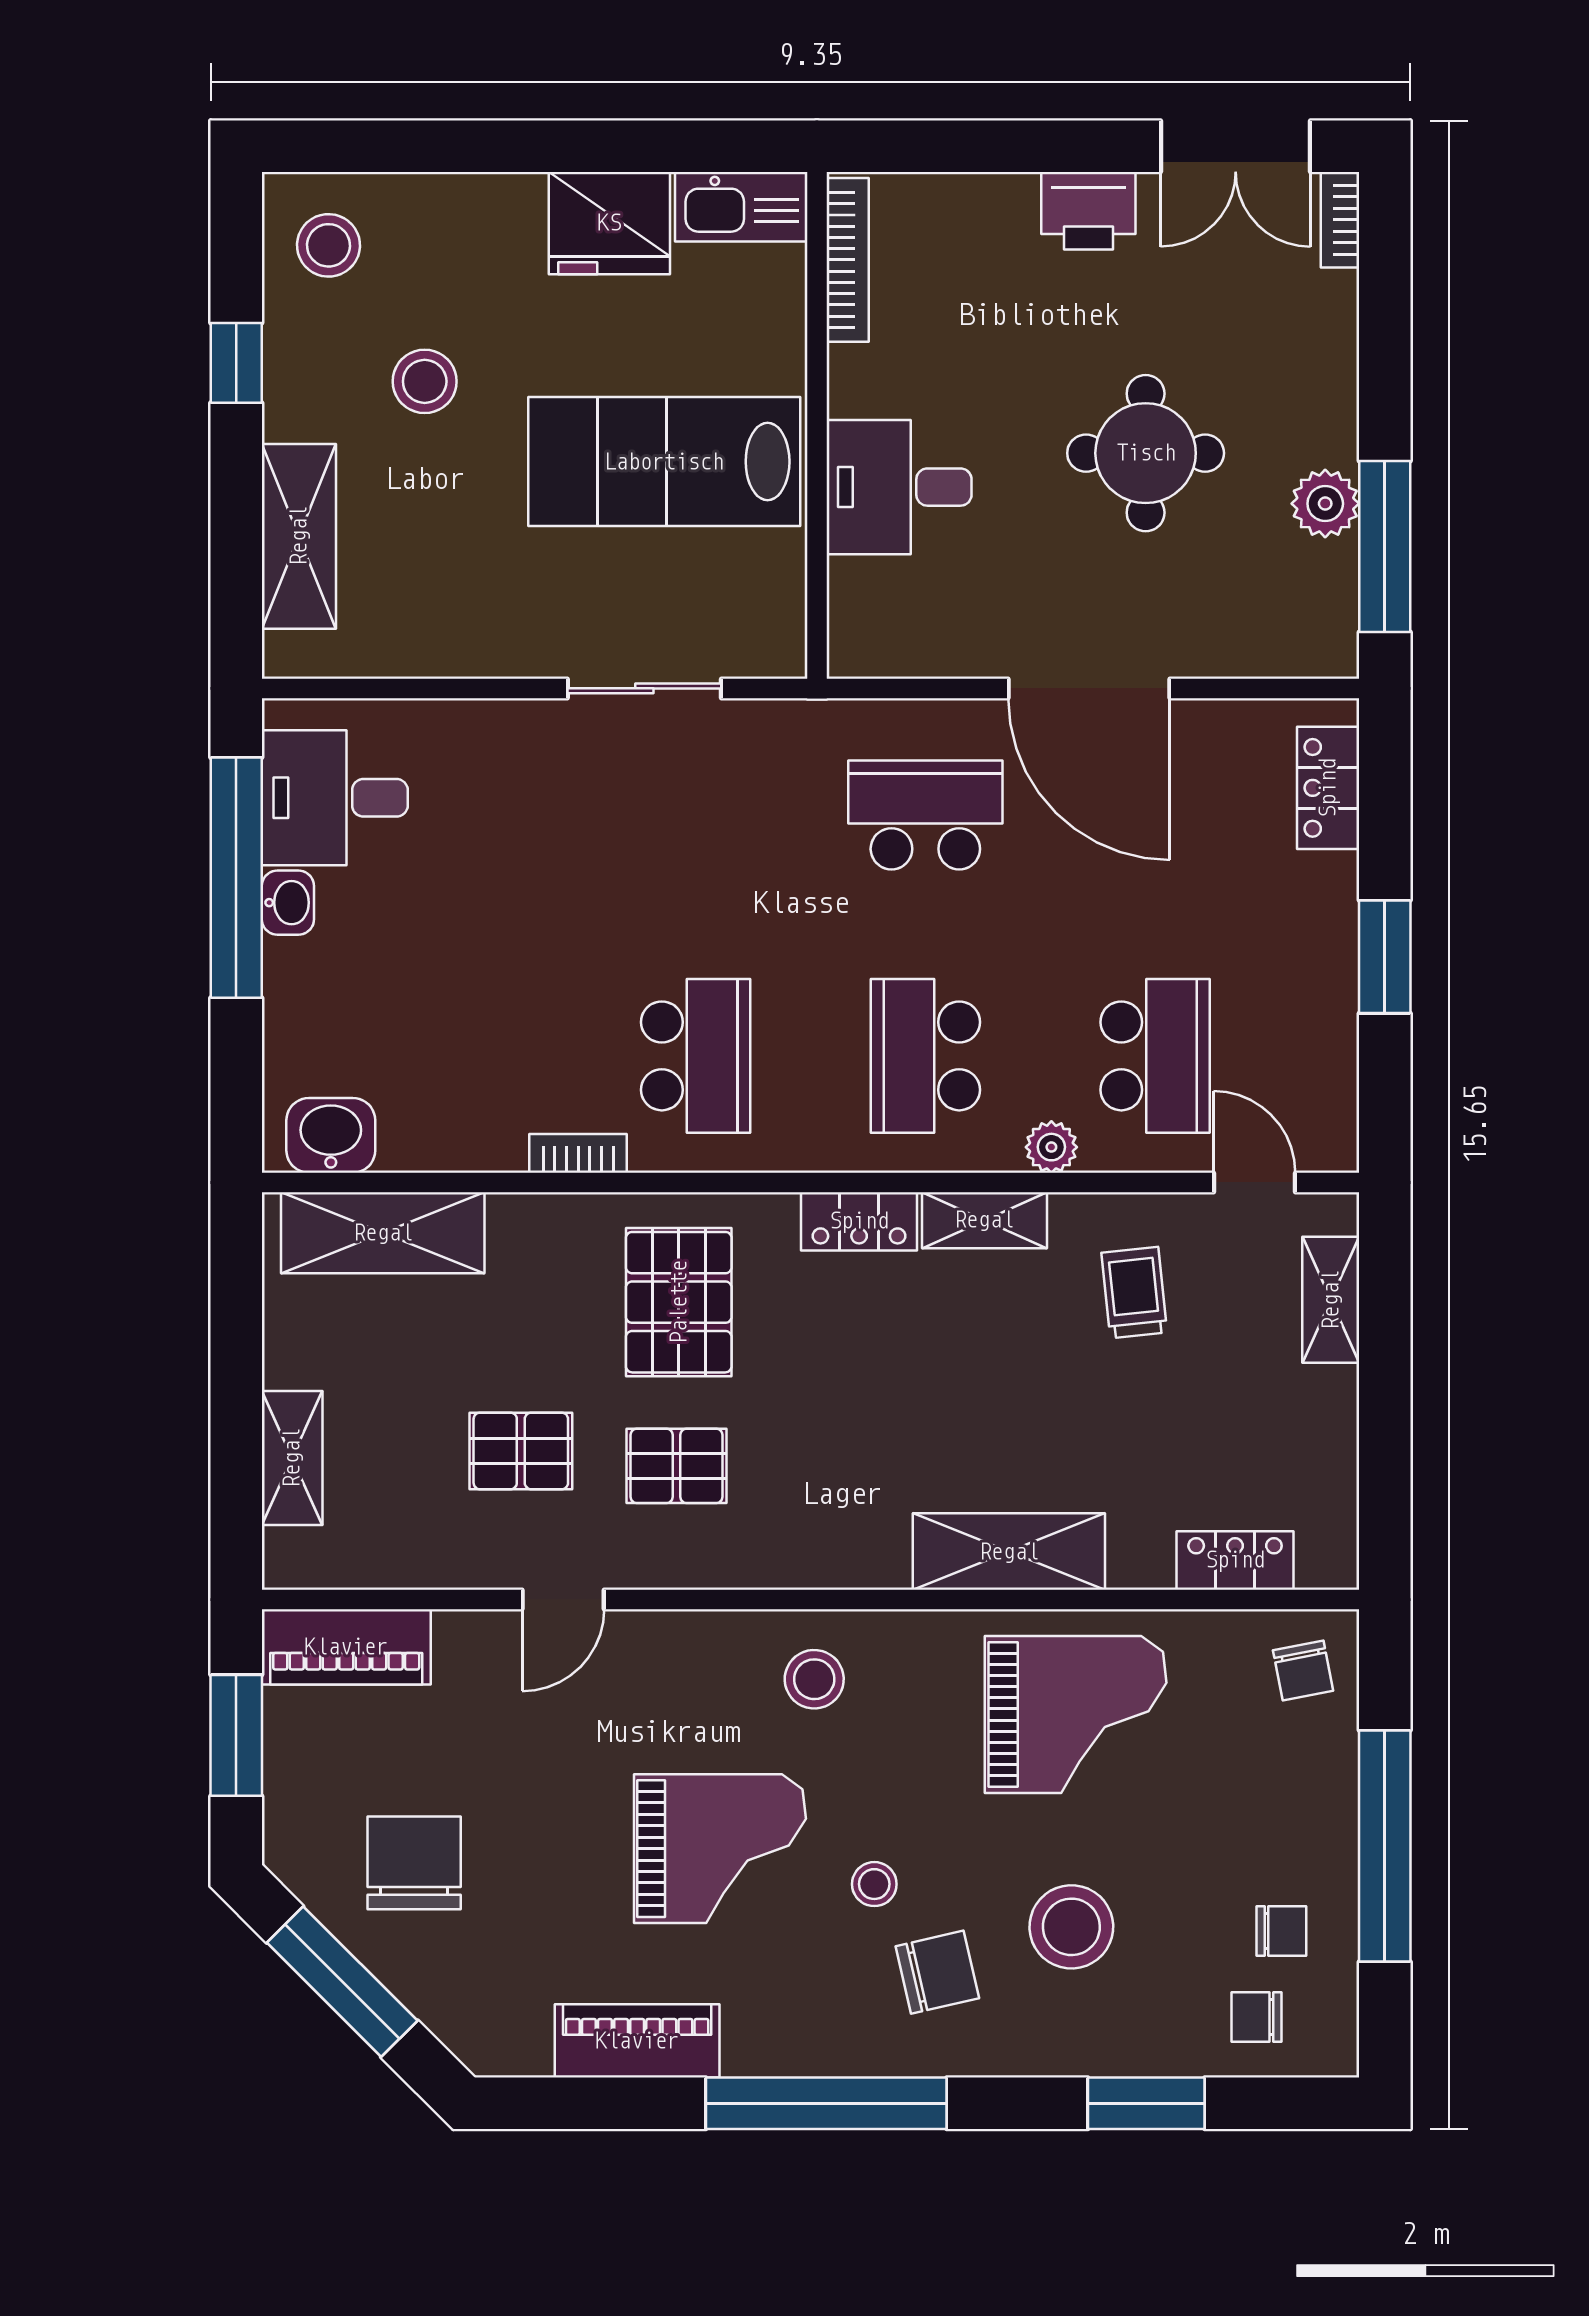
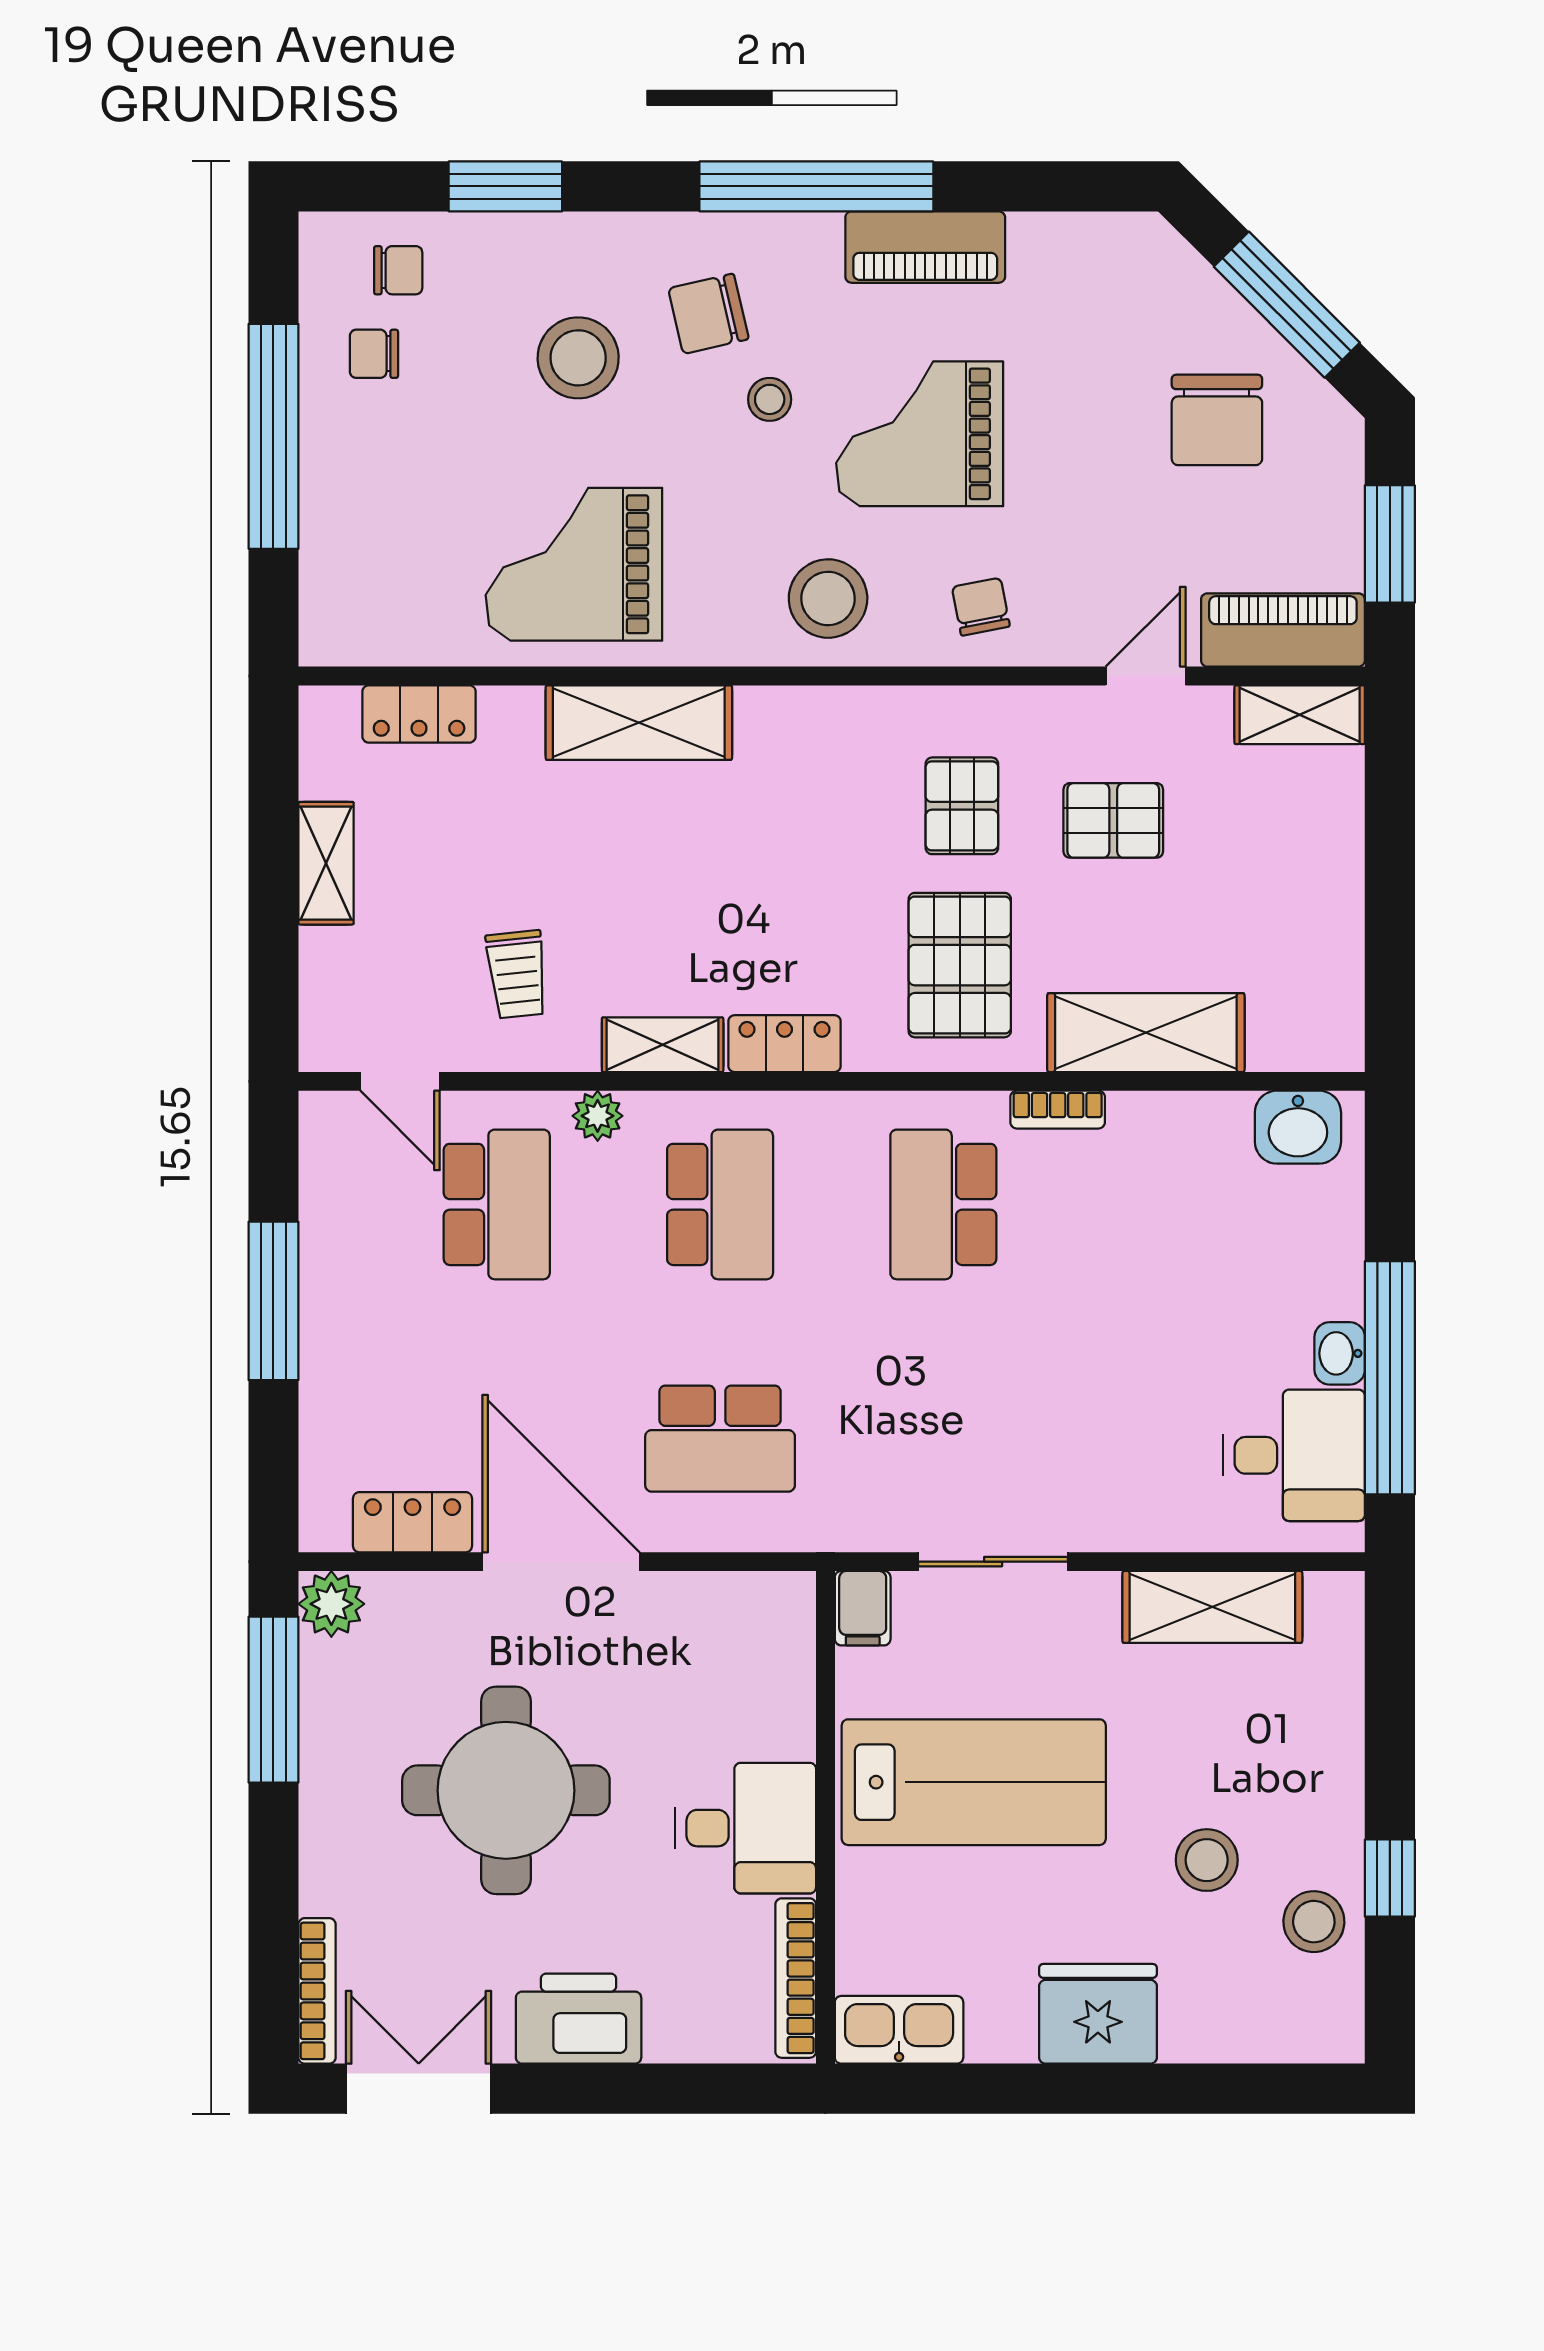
printer: (1088, 211) -> (579, 2019), width x1.37, depth x1.19
bookcase: (1340, 220) -> (317, 1991), width x1.56
fridge: (609, 223) -> (1098, 2014), moved
stool: (328, 245) -> (1314, 1922), moved
round table: (1146, 453) -> (506, 1790), width x1.36, depth x1.36
desk: (899, 487) -> (746, 1828), moved
plant: (1325, 504) -> (331, 1604), moved
shelving: (299, 536) -> (1212, 1607), moved, turned 90
filing cabinet: (779, 641) -> (863, 1608), added
locker: (1328, 788) -> (413, 1522), moved, turned -90
window: (1385, 957) -> (273, 1301), width x1.44
school desk: (1155, 1056) -> (497, 1204), turned 180
shelving: (383, 1233) -> (1146, 1033), moved
shelving: (1331, 1300) -> (326, 863), moved
shelving: (292, 1458) -> (1300, 715), moved, turned 90
pallet: (677, 1466) -> (962, 806), turned 90
door: (563, 1600) -> (1146, 676), moved
chair: (1303, 1670) -> (981, 607), moved
stool: (814, 1679) -> (828, 599), width x1.38, depth x1.38
piano: (637, 2041) -> (925, 247), moved

